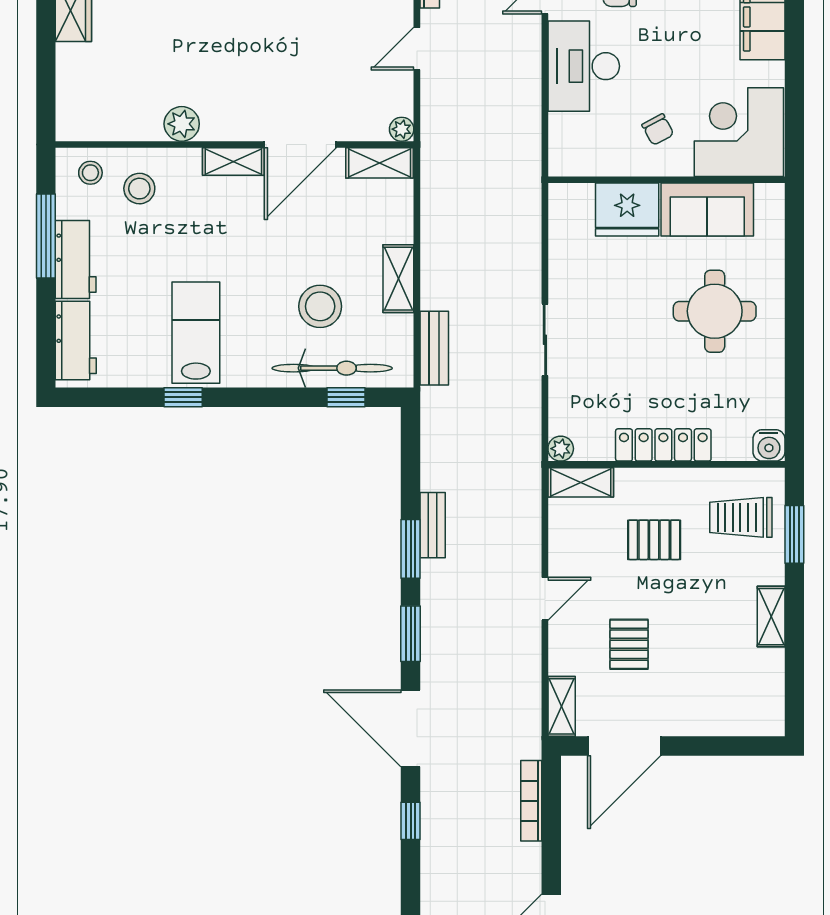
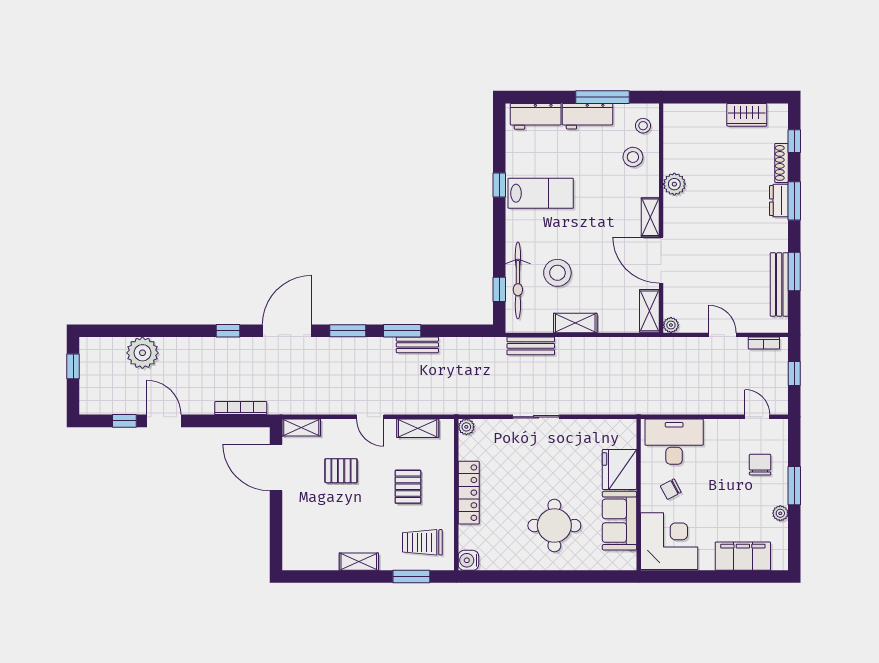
desk: (584, 66) -> (674, 442), moved
shelving: (581, 482) -> (418, 428), moved, turned 90
trolley: (741, 517) -> (422, 542), turned -90

